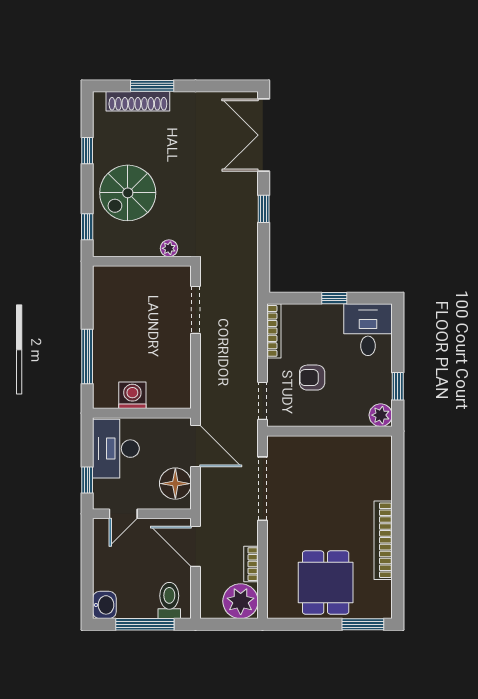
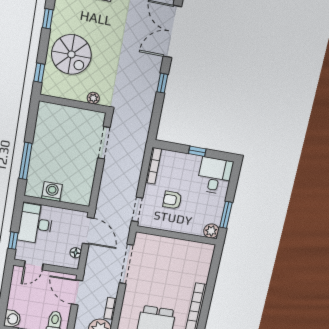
spiral stairs: (128, 193) -> (71, 54), turned -90
window: (398, 386) -> (226, 215), width x1.50
floor lamp: (175, 484) -> (76, 253), width x0.53, depth x0.53

